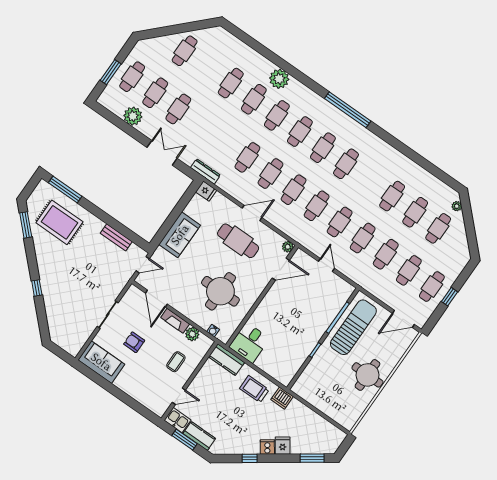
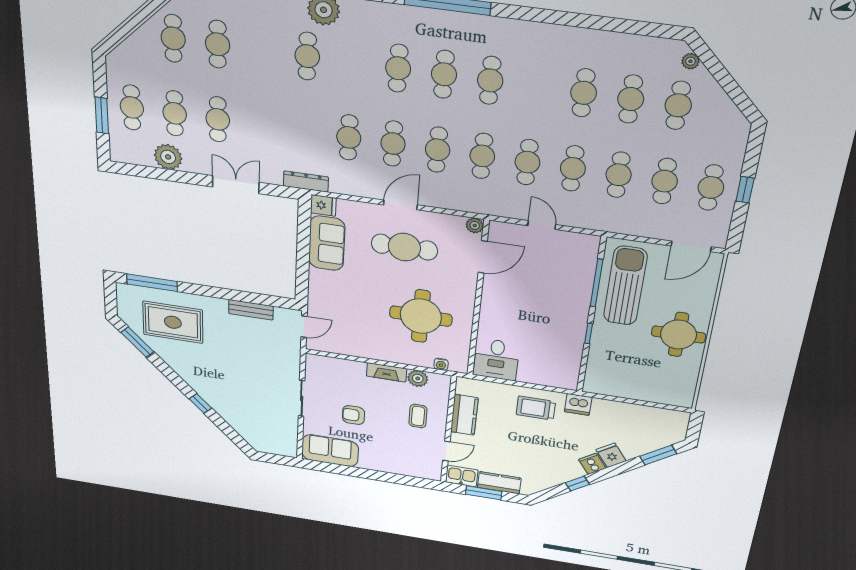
cafe table: (231, 83) -> (218, 44), moved
cafe table: (277, 115) -> (353, 62), removed
sofa: (180, 235) -> (327, 243), moved
door: (156, 299) -> (347, 357), removed
kitchen counter: (226, 360) -> (464, 415), moved, turned -90

